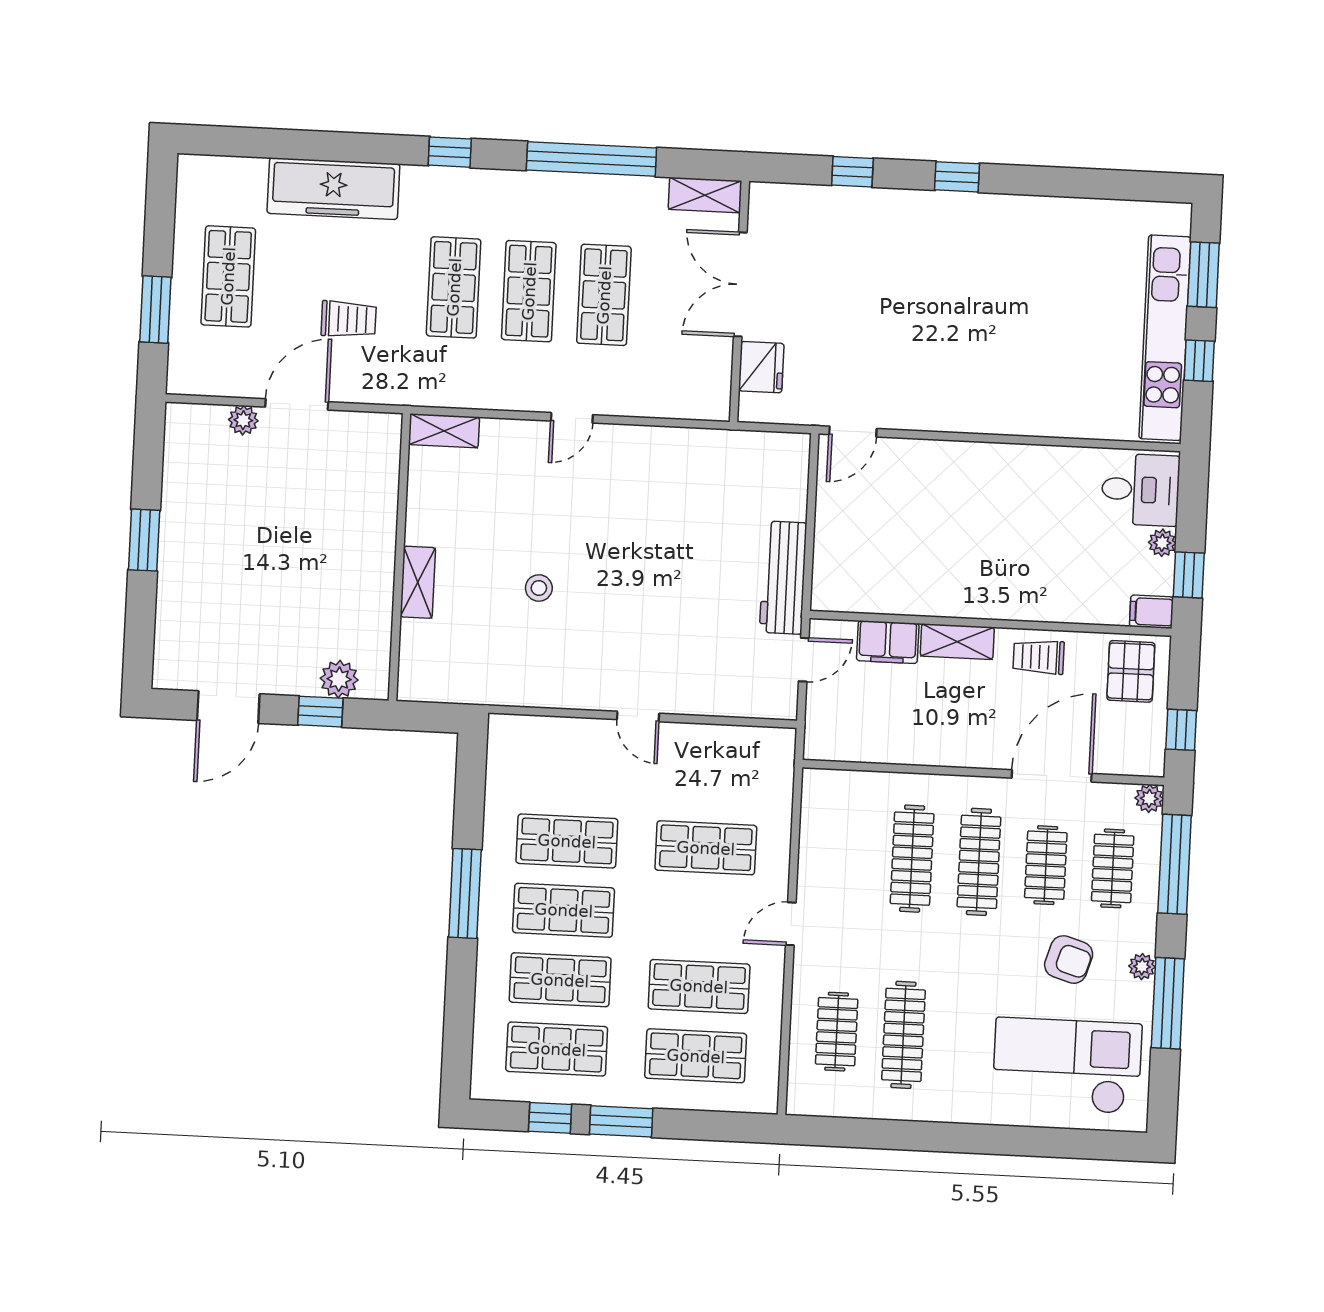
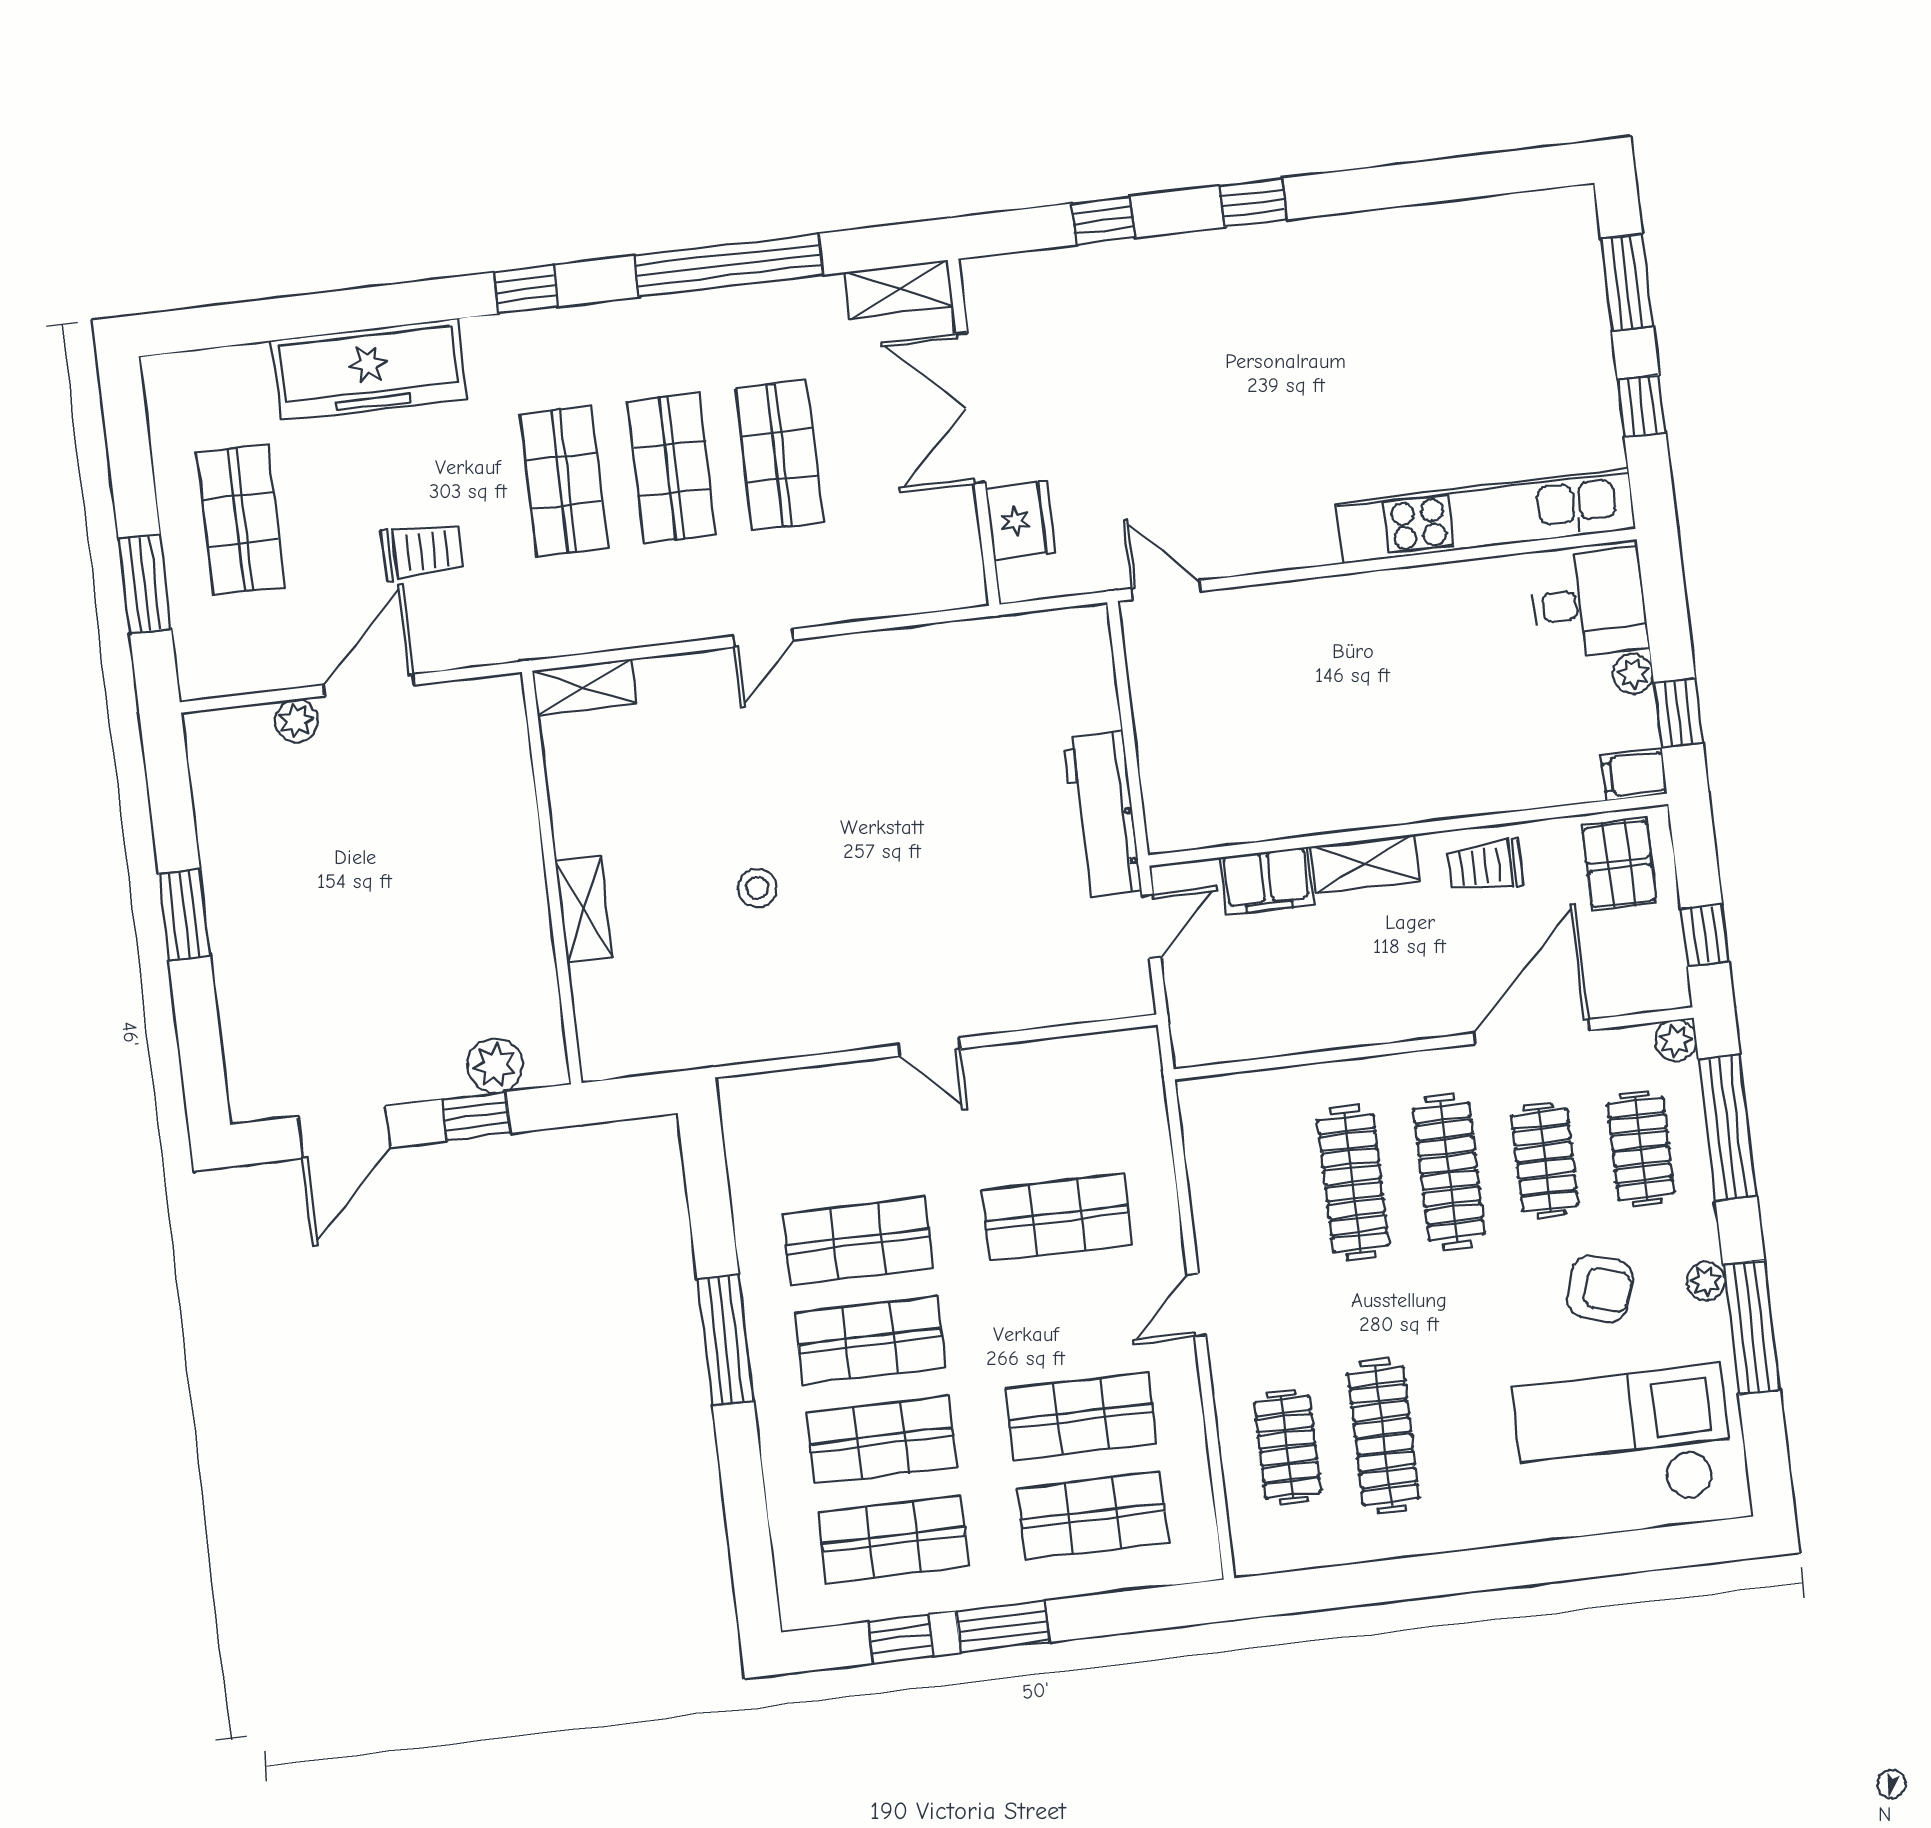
kitchen unit: (1165, 338) -> (1486, 516), moved, turned 90
door: (853, 432) -> (1166, 590), swing flipped

